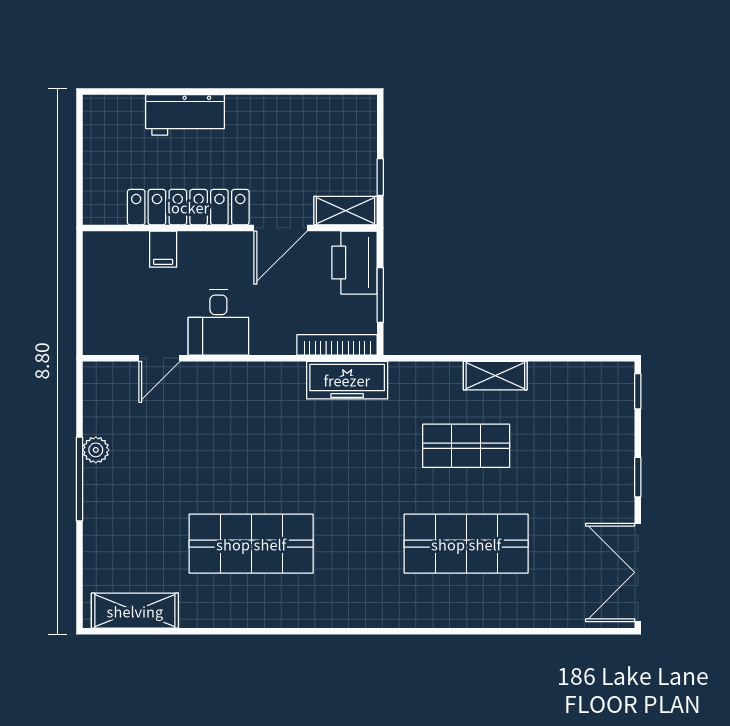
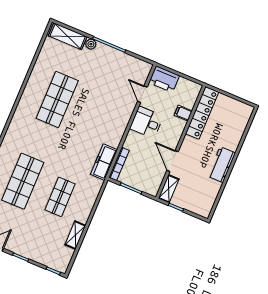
workbench: (185, 115) -> (222, 165), moved
locker: (188, 207) -> (202, 113), moved
printer: (355, 263) -> (164, 79), moved, turned 180
shelving: (495, 376) -> (75, 235), moved
plant: (96, 450) -> (91, 44), moved
shelving: (135, 611) -> (68, 36), moved, turned 90

